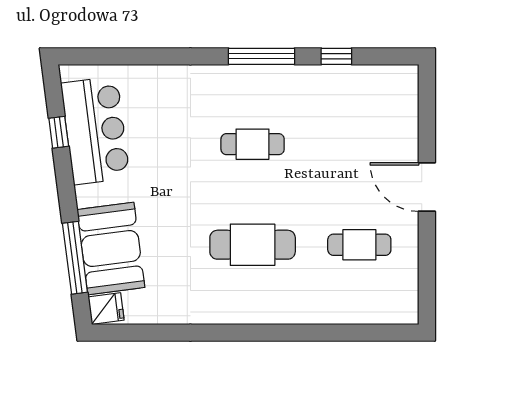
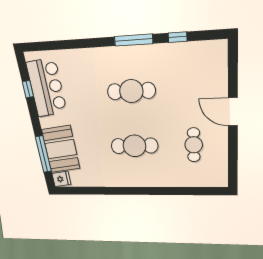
cafe table: (253, 144) -> (131, 91), width x1.37, depth x1.35
cafe table: (359, 245) -> (194, 145), turned 90

